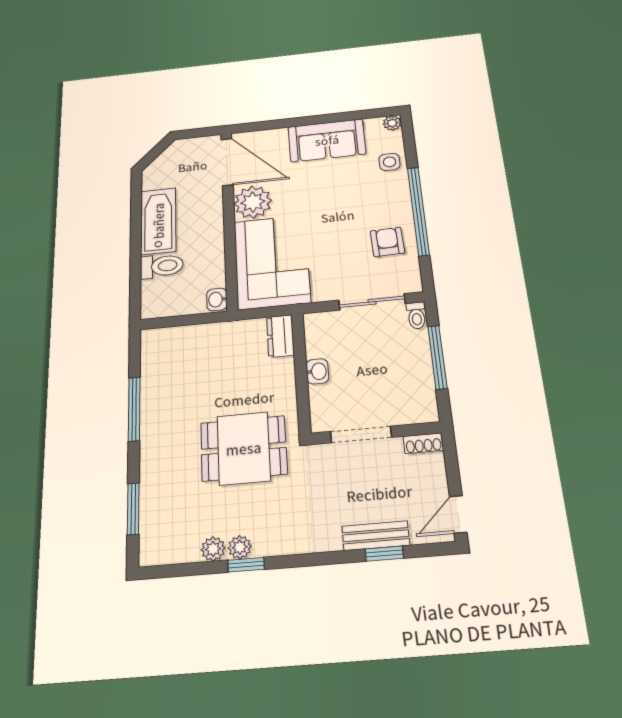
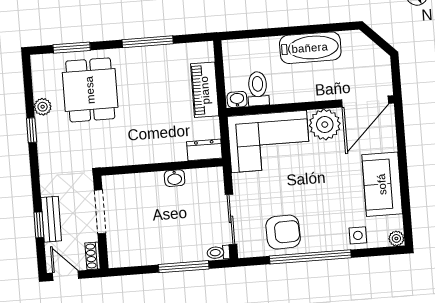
armchair: (387, 242) -> (283, 232), width x1.38, depth x1.38
toilet: (162, 266) -> (258, 89), moved, turned 180
piano: (202, 338) -> (205, 90), added
wall: (376, 433) -> (101, 222), moved
doorway: (361, 434) -> (100, 212), moved
shoe rack: (423, 443) -> (93, 256), moved
dining table: (244, 448) -> (90, 90), moved
plant: (240, 547) -> (44, 125), removed

